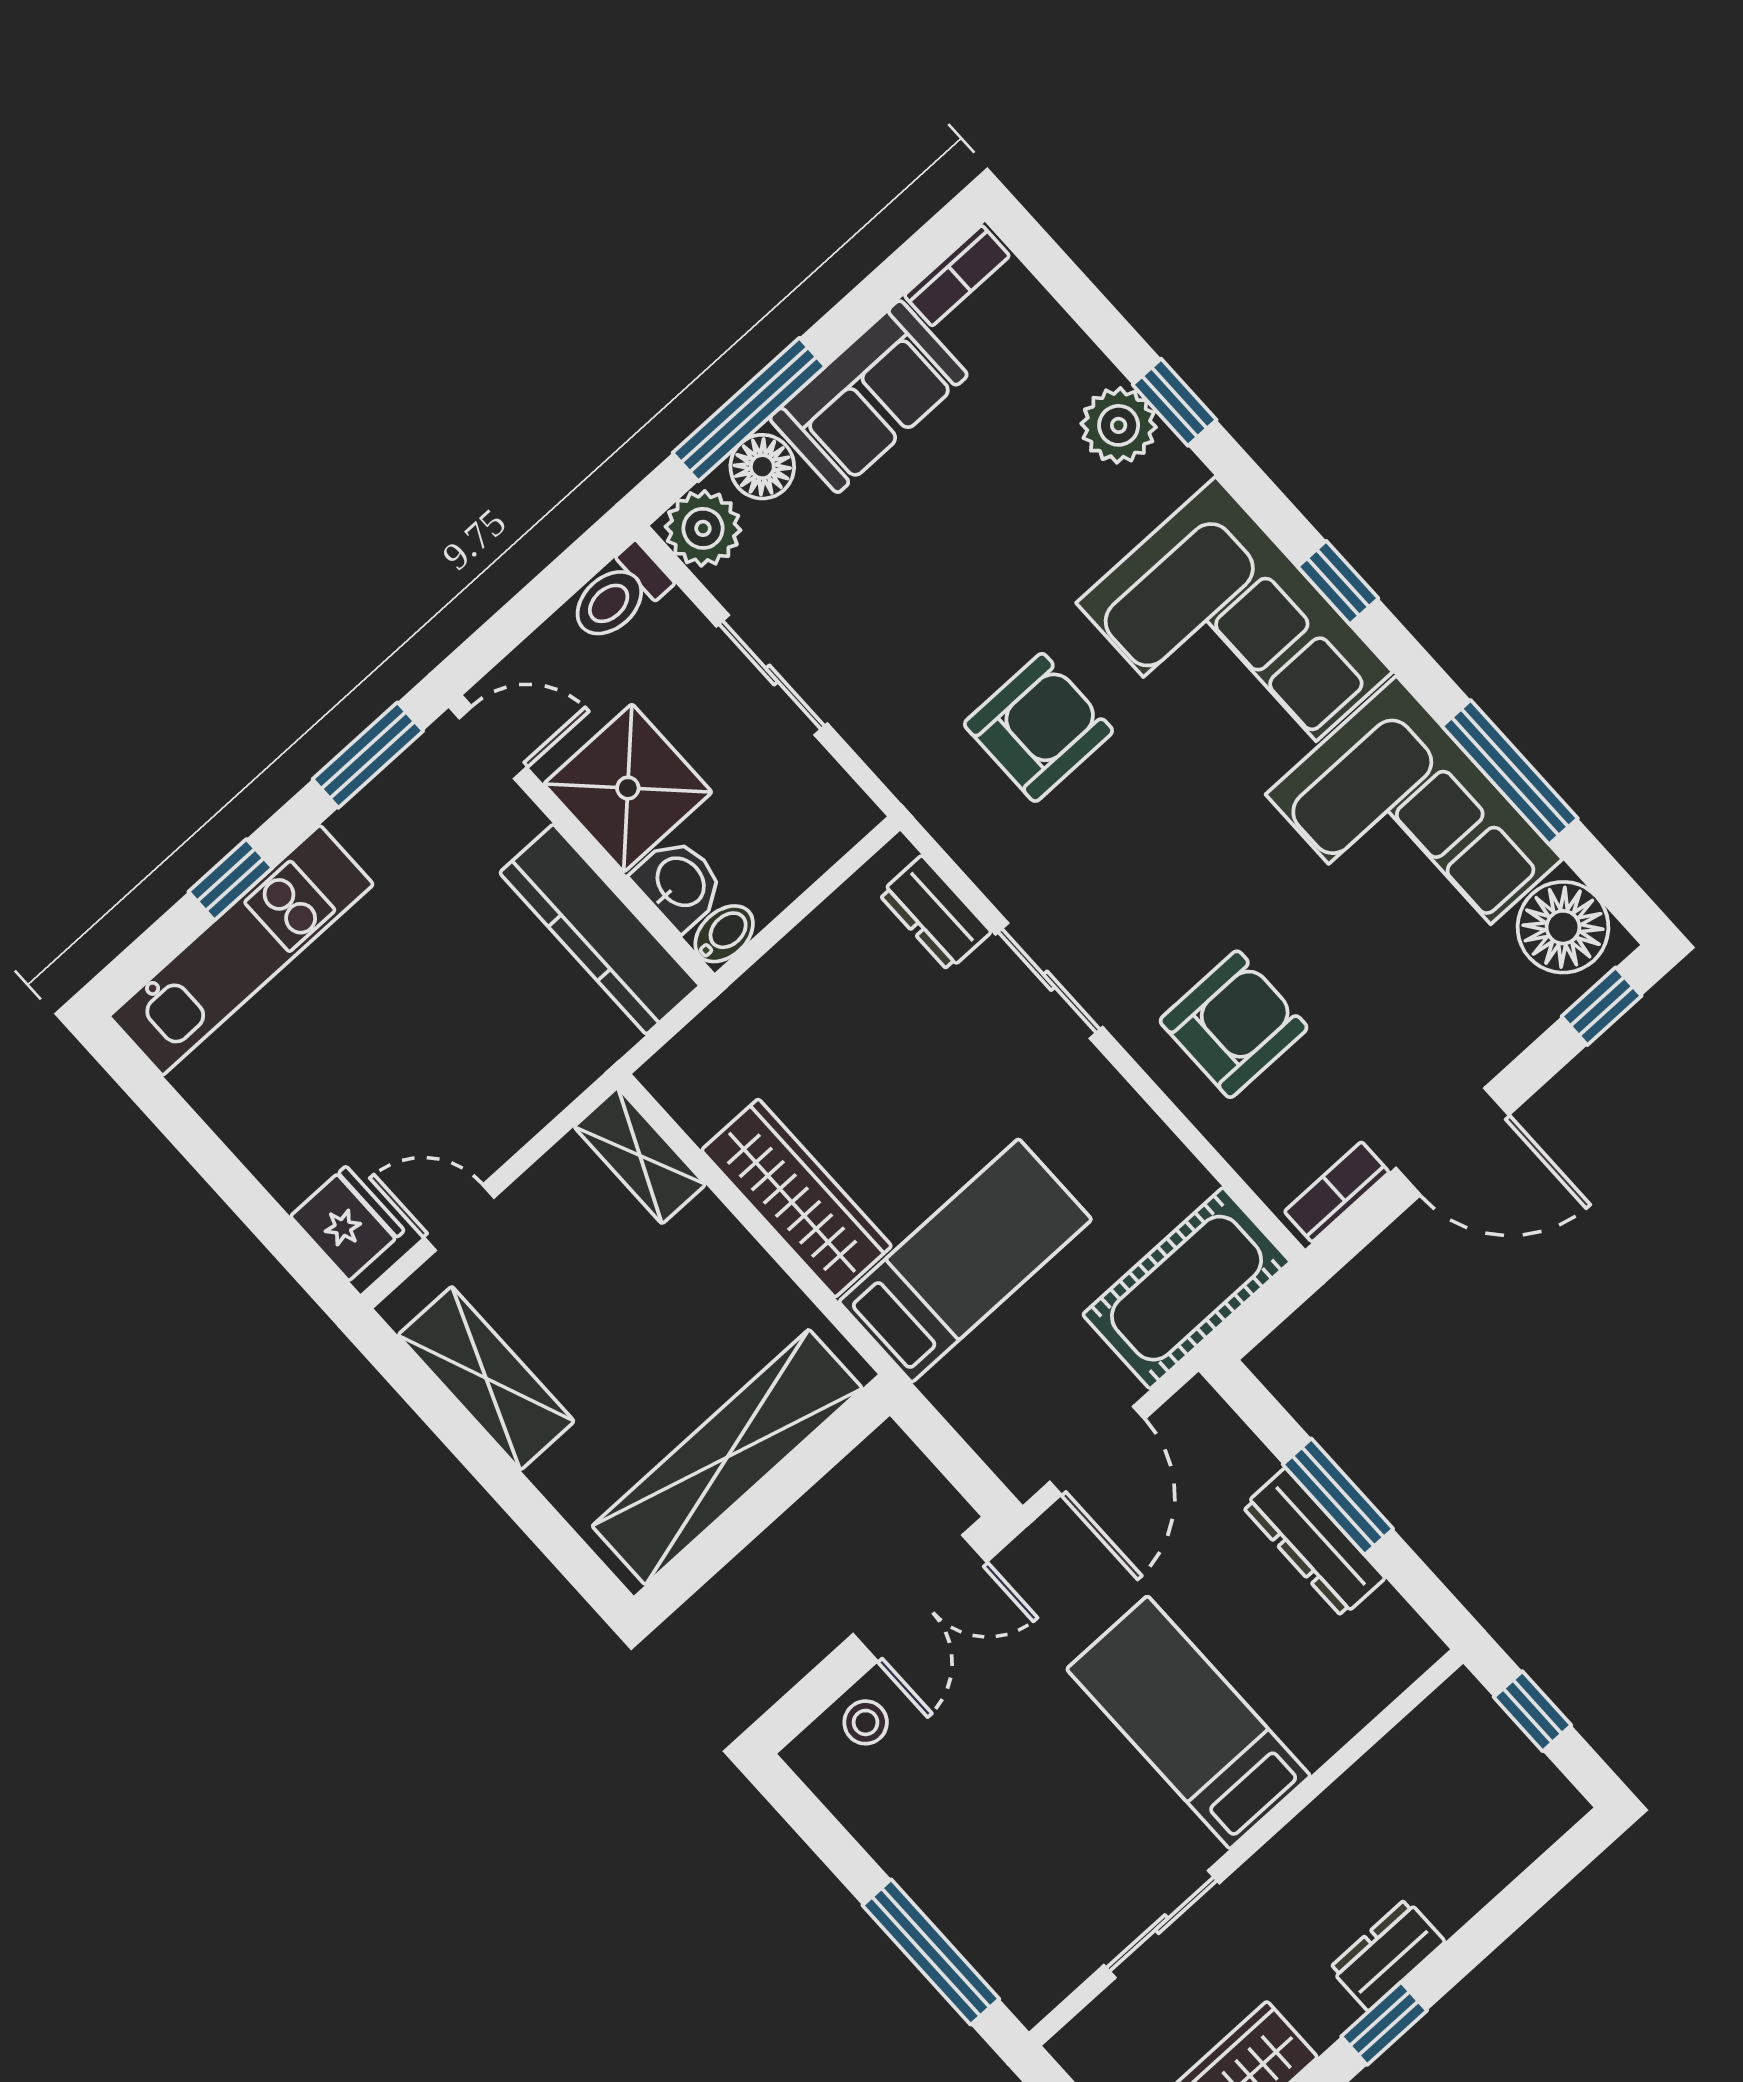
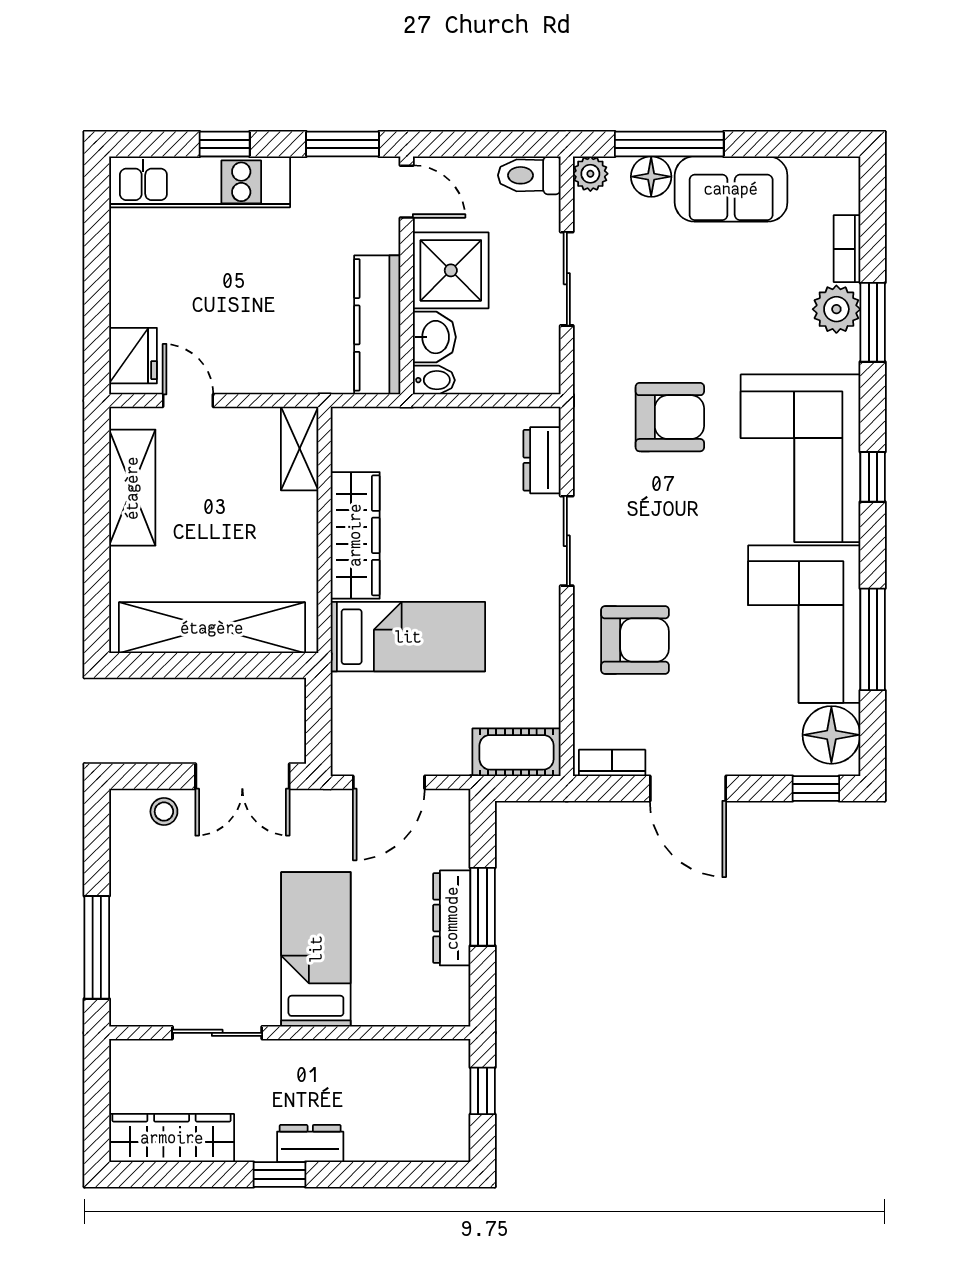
bookcase: (957, 276) -> (847, 249), moved, turned 90
window: (1175, 402) -> (873, 322), width x1.50
plant: (703, 528) -> (590, 174), width x0.73, depth x0.73
cot: (1187, 1288) -> (517, 752), width x0.73, depth x0.75

